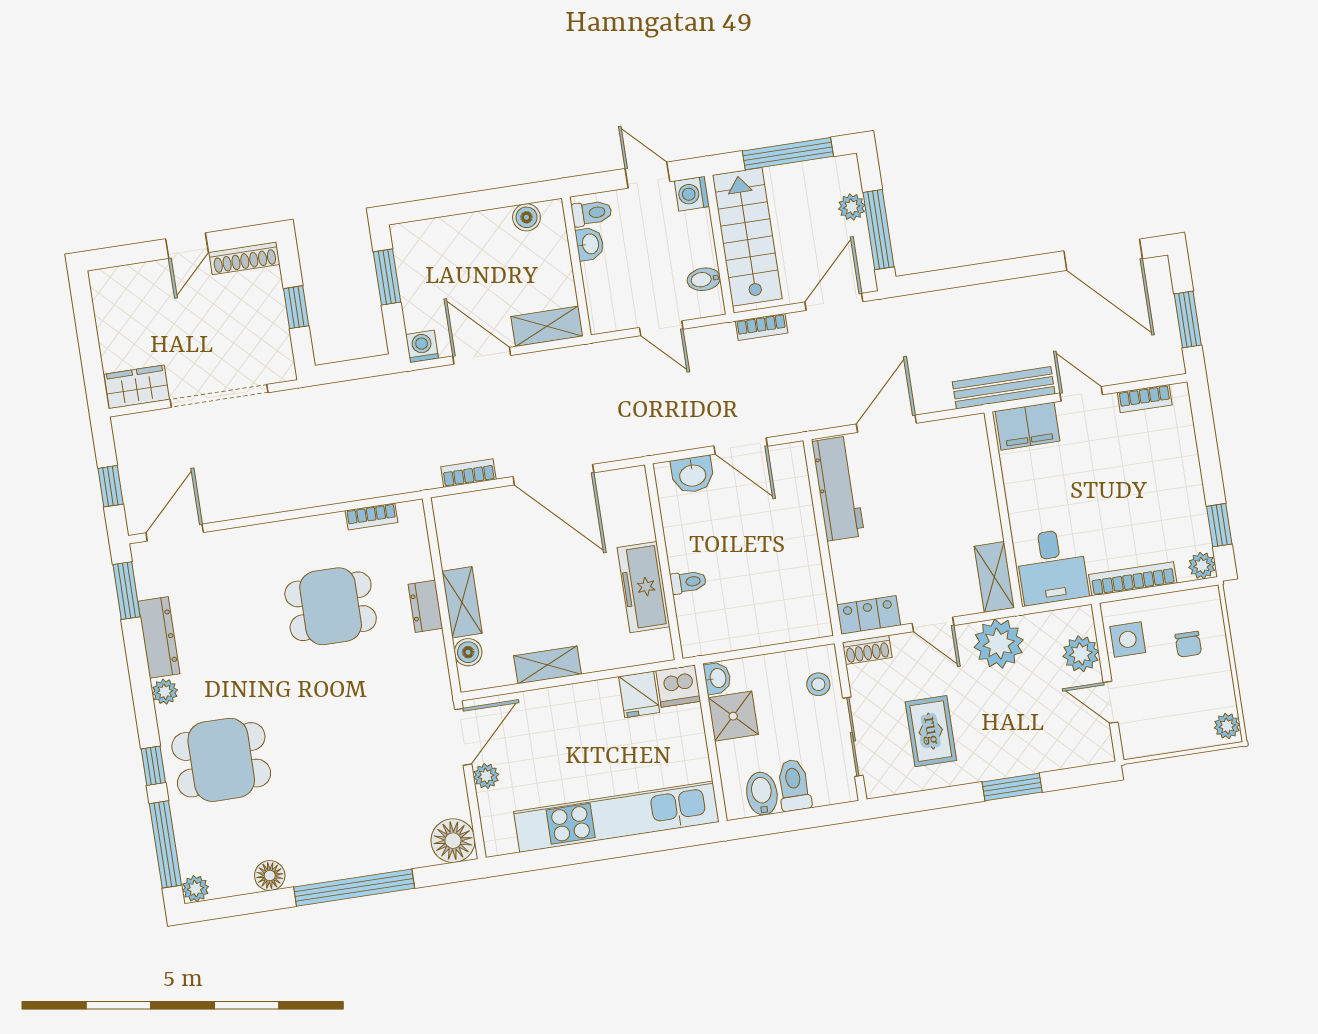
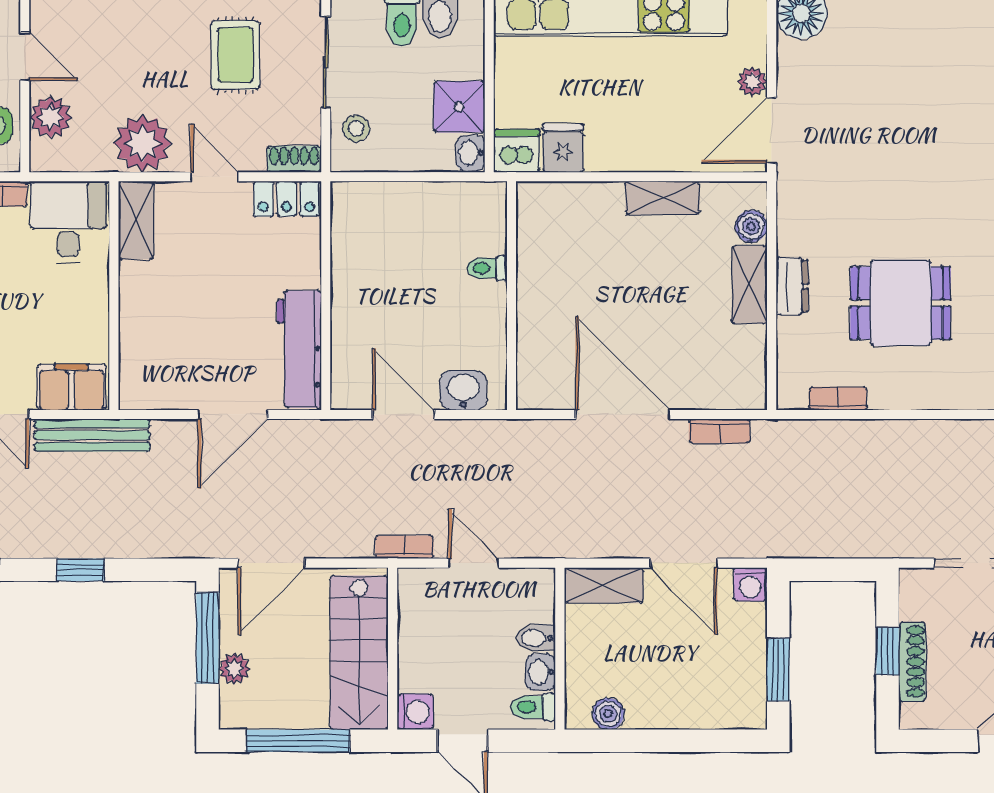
shoe rack: (244, 258) -> (912, 662), moved, turned 90
window: (996, 271) -> (80, 570), added
bidet: (704, 279) -> (536, 638), moved, turned 180
bookcase: (762, 327) -> (404, 547), moved
freezer: (643, 587) -> (539, 270), removed

